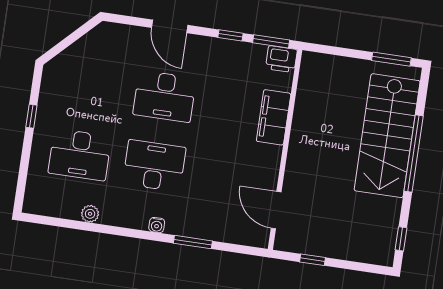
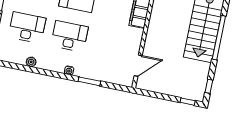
desk: (80, 155) -> (27, 28), turned 180
door: (276, 210) -> (138, 66), swing flipped
window: (313, 260) -> (188, 102), moved

